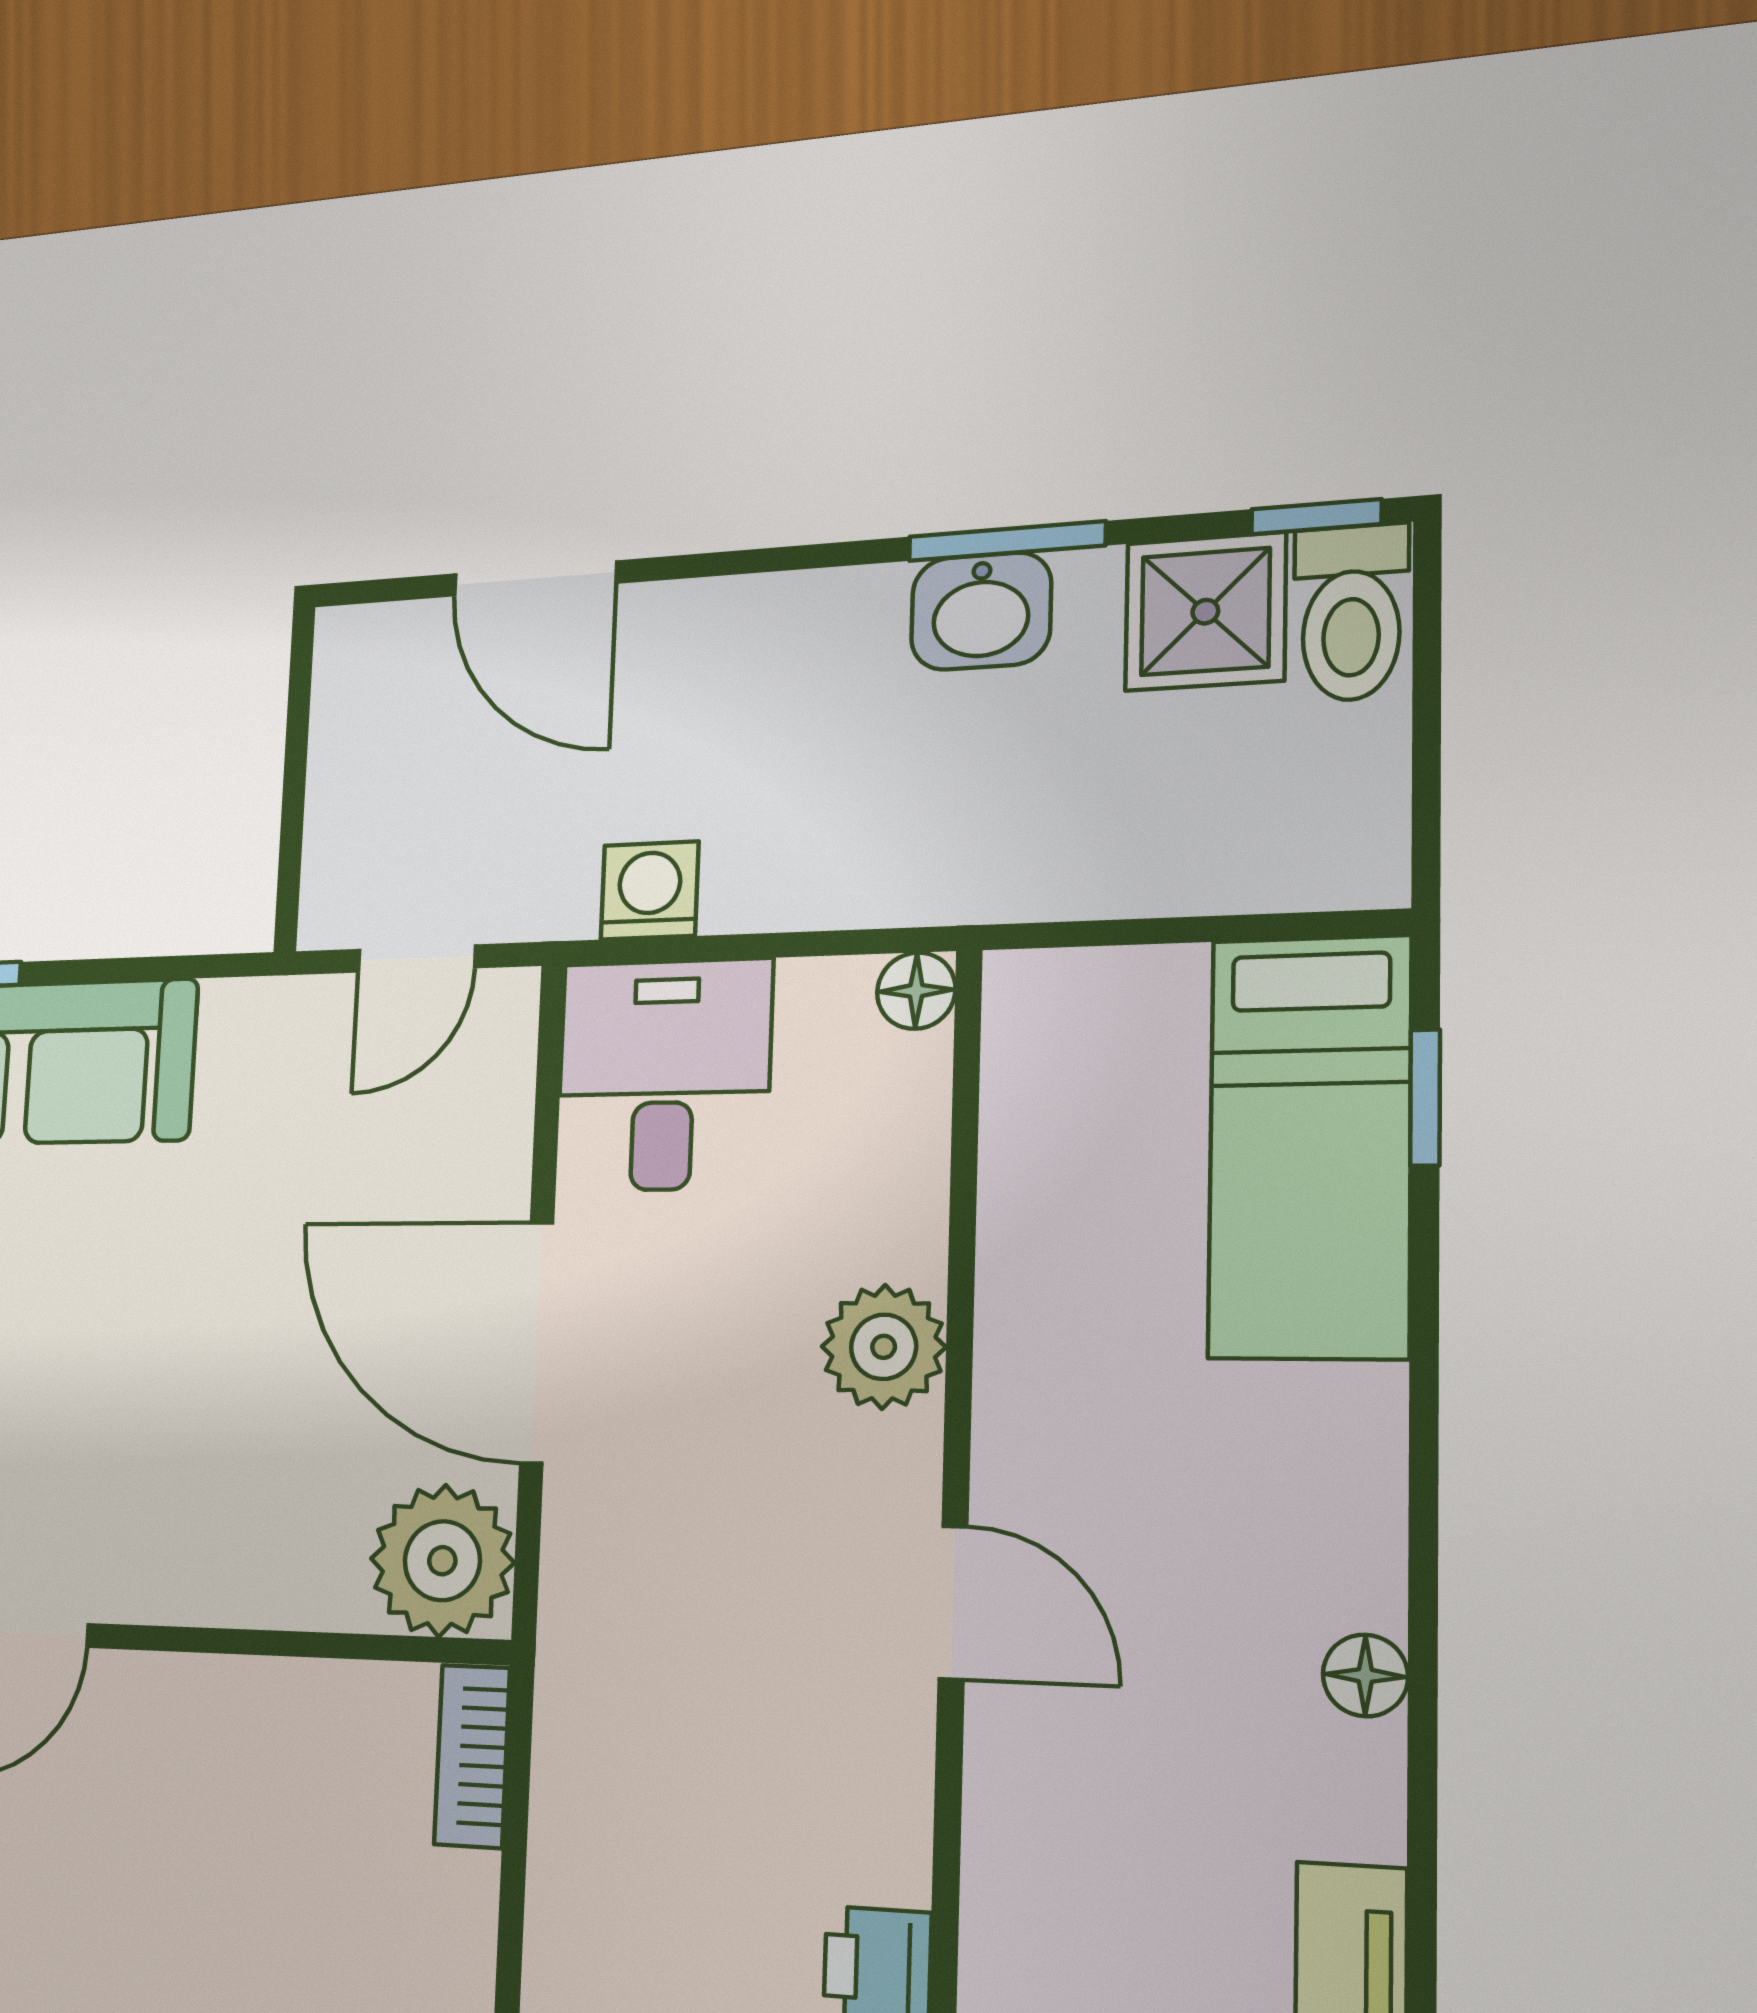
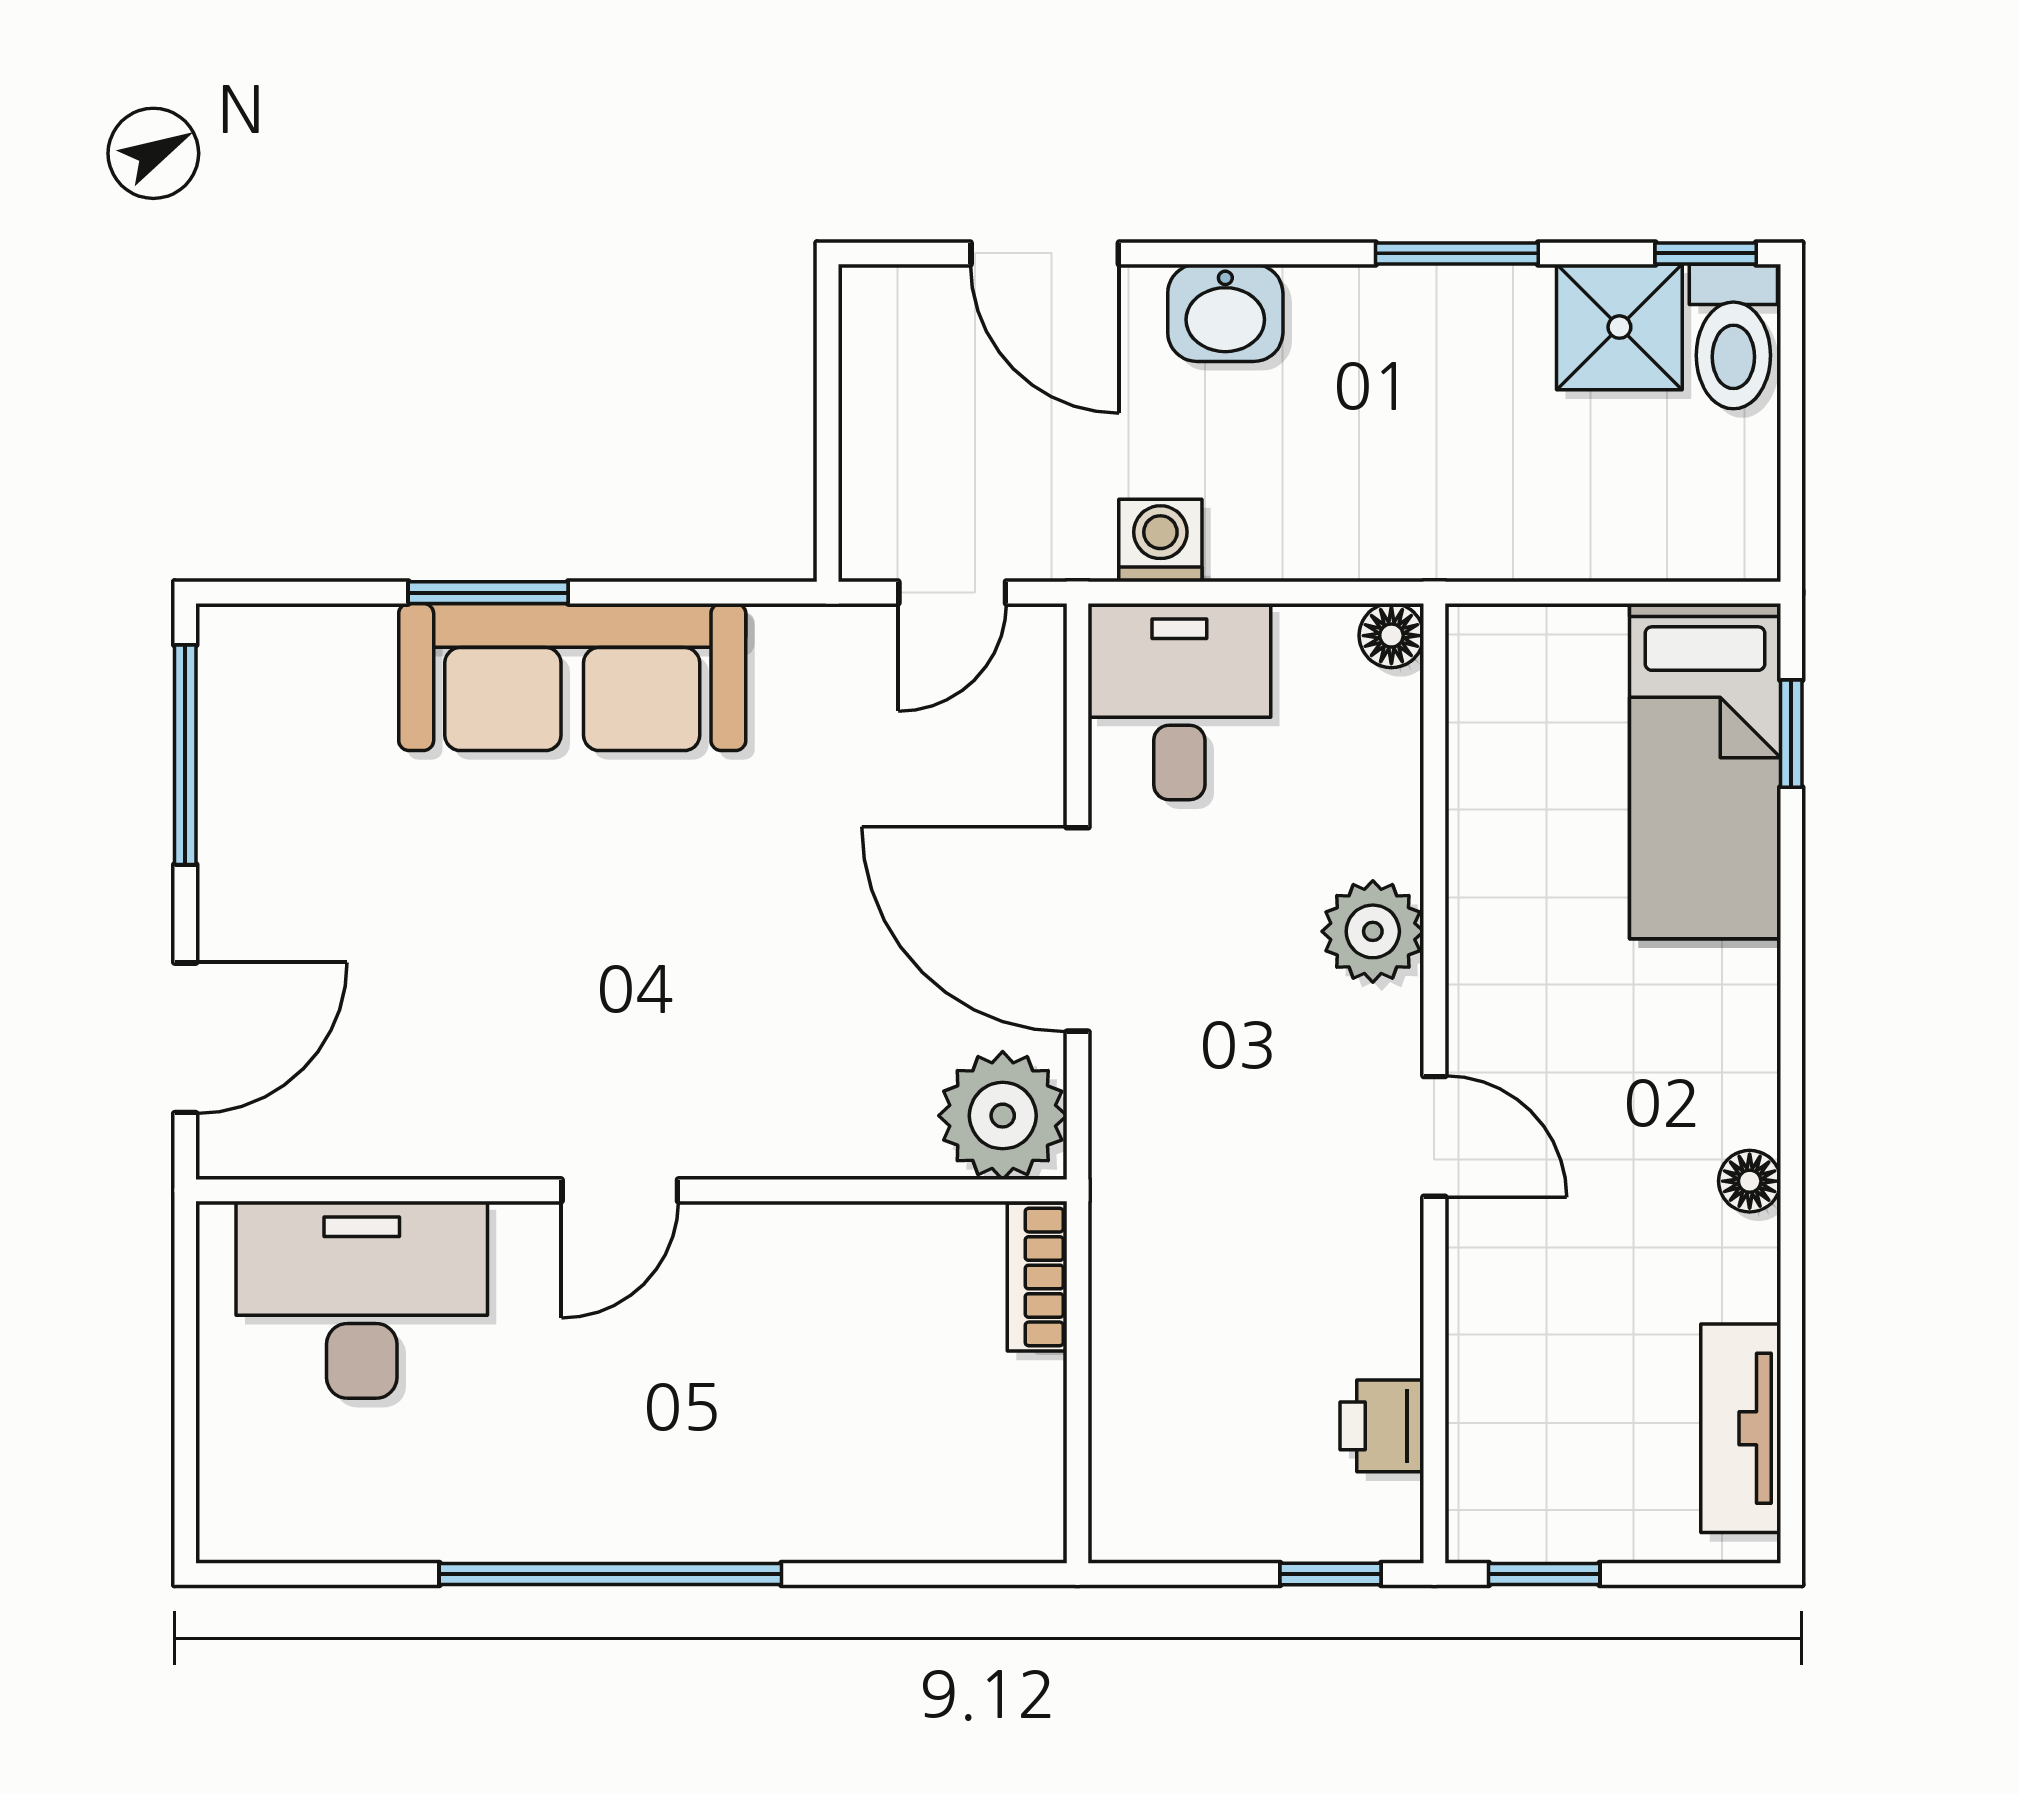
washbasin: (981, 611) -> (1225, 313), moved

